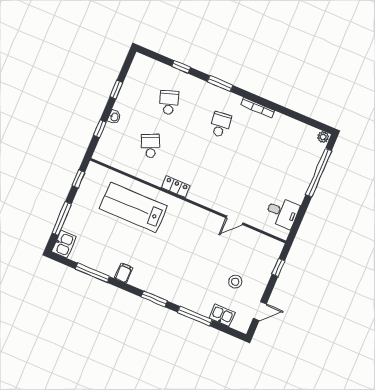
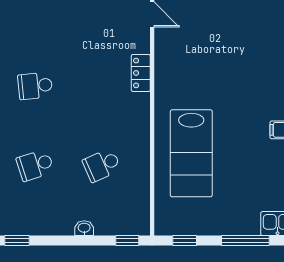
window: (116, 90) -> (17, 240), moved
window: (100, 129) -> (127, 240), moved
locker: (176, 187) -> (141, 73), moved

